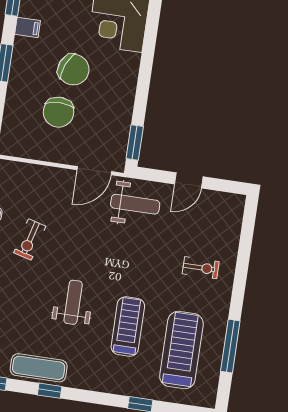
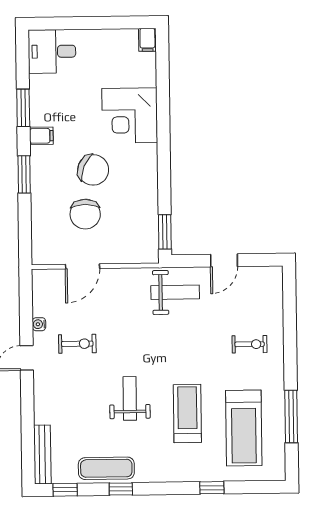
door: (94, 171) -> (82, 266), moved
exercise bike: (30, 240) -> (77, 344), turned -105
treadmill: (181, 350) -> (244, 428), turned 180

